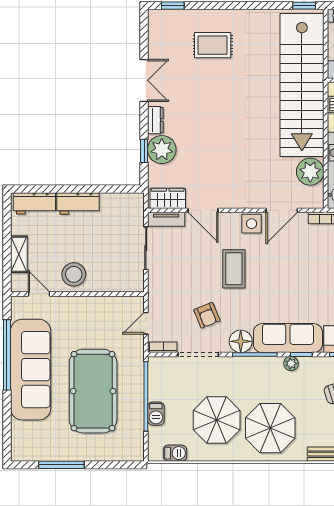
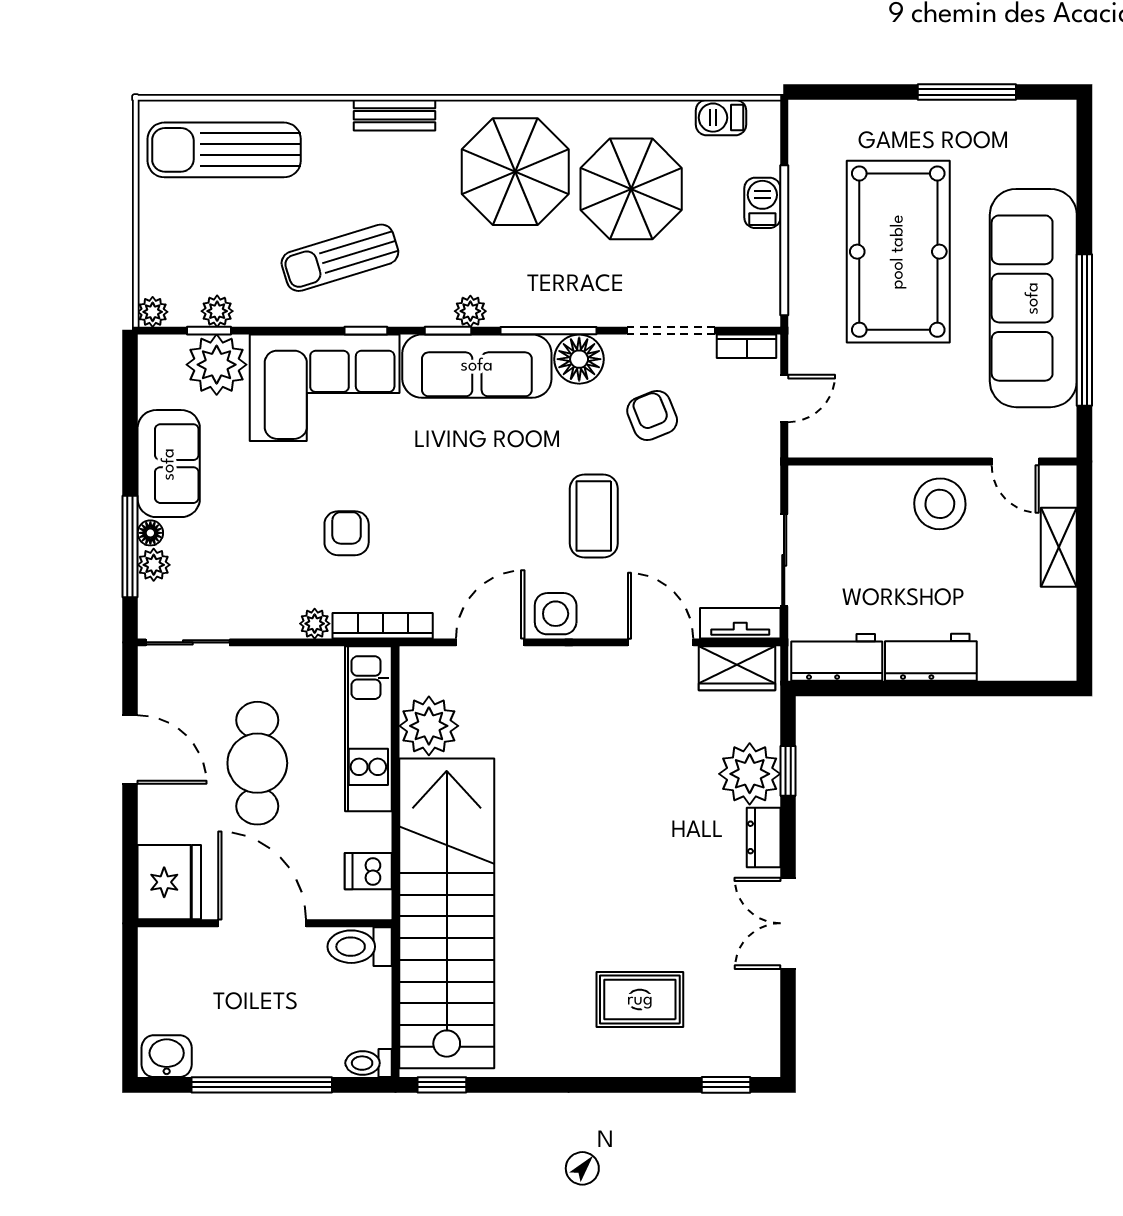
workbench: (34, 203) -> (837, 657), moved

